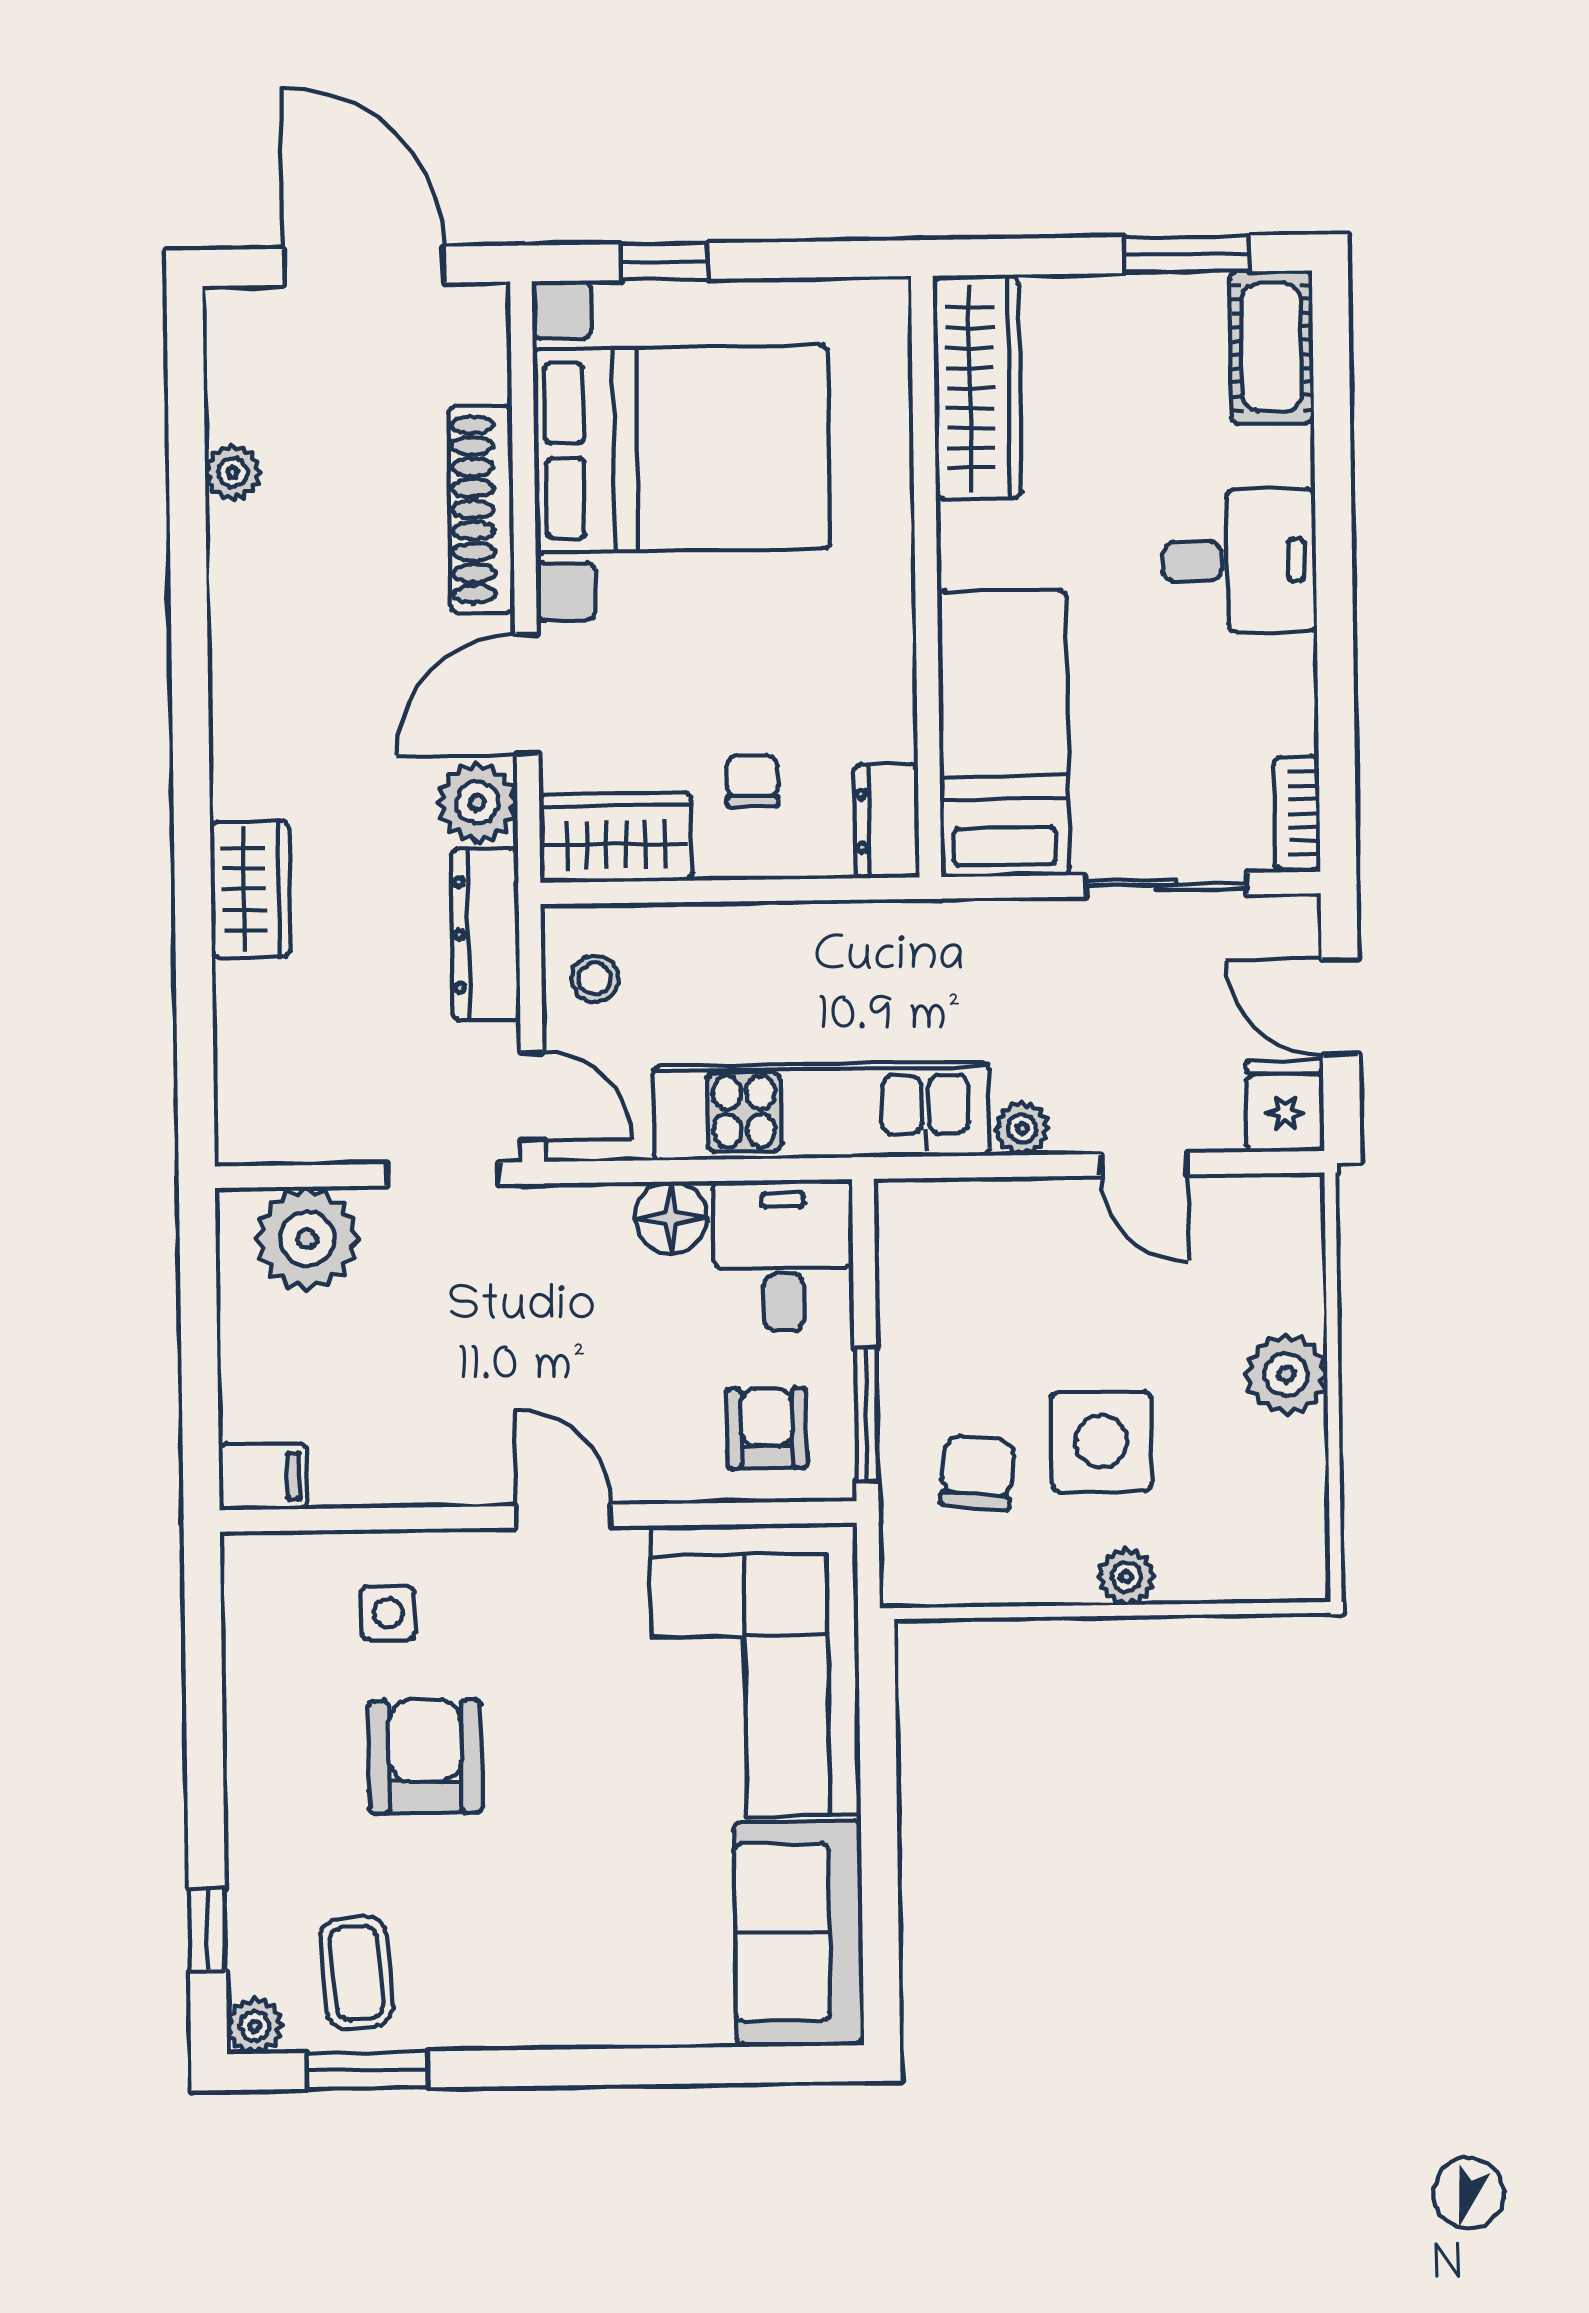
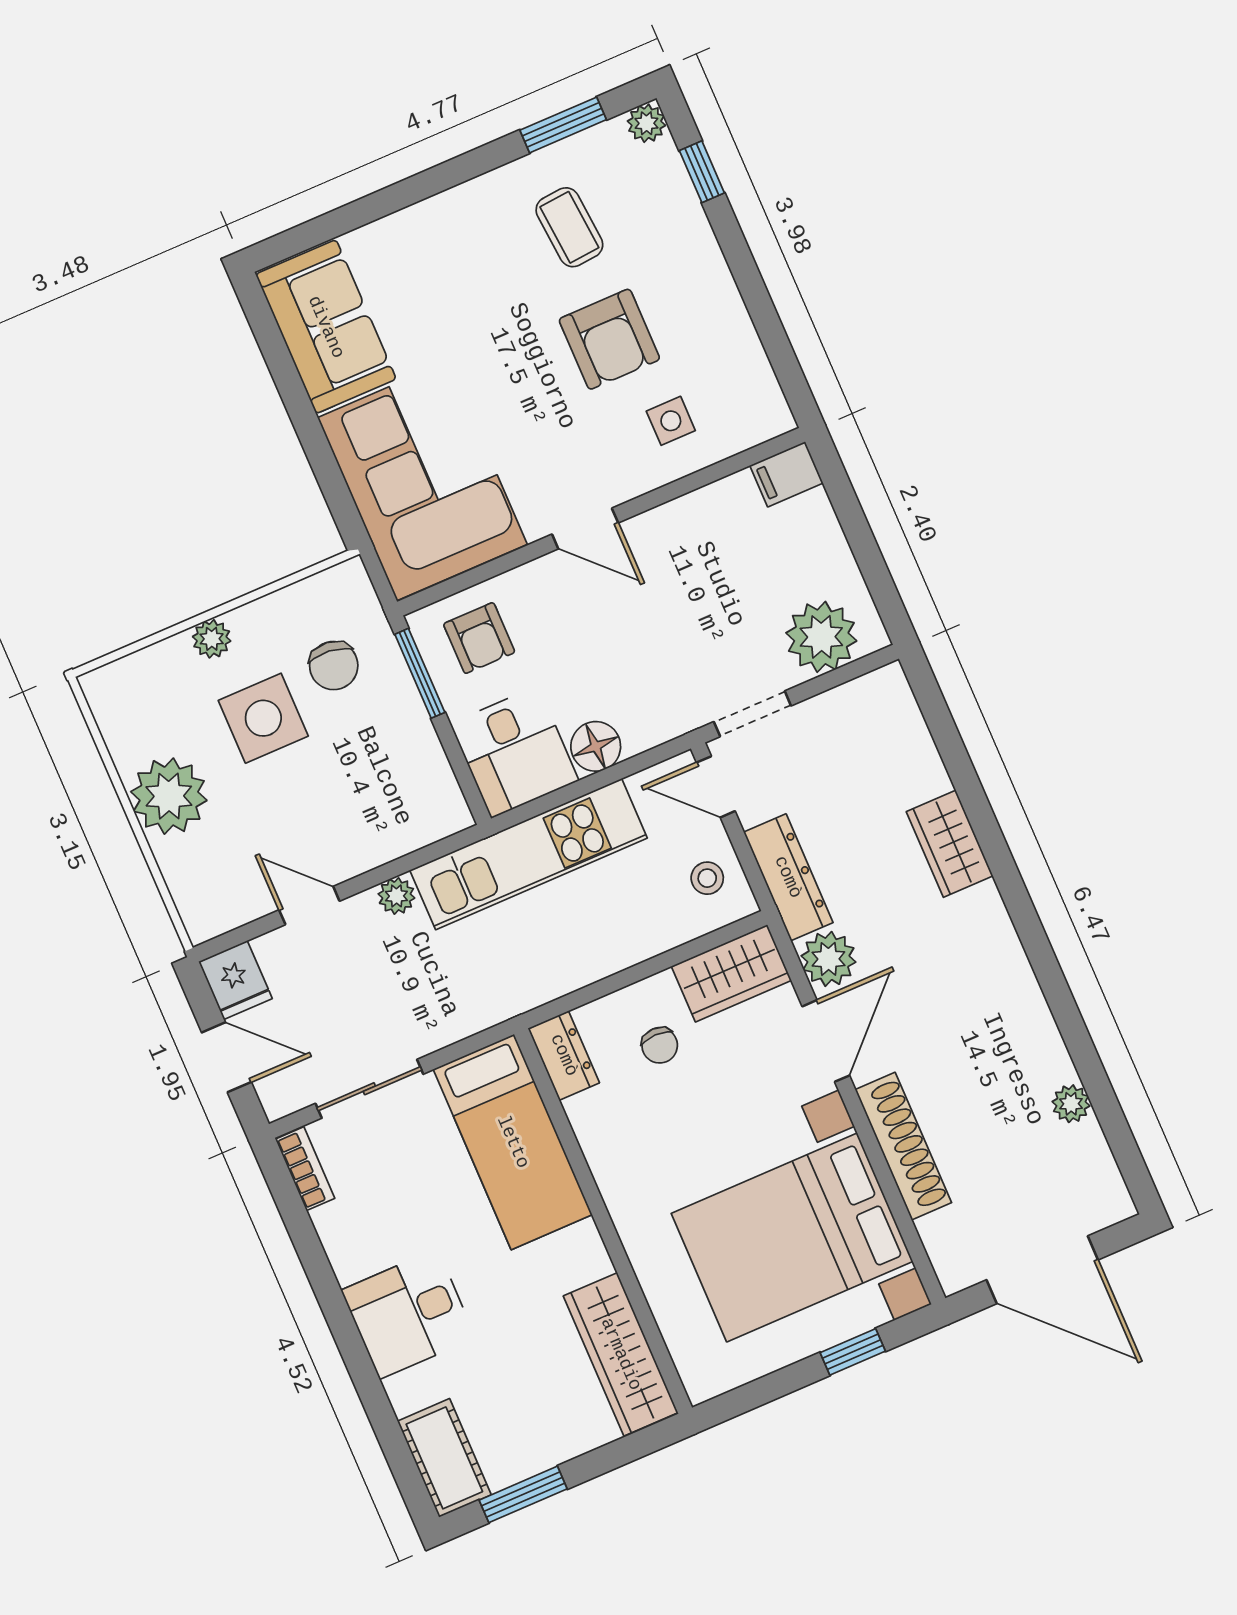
plant: (1286, 1374) -> (169, 796), width x1.36, depth x1.36
coffee table: (356, 1973) -> (569, 227), moved

